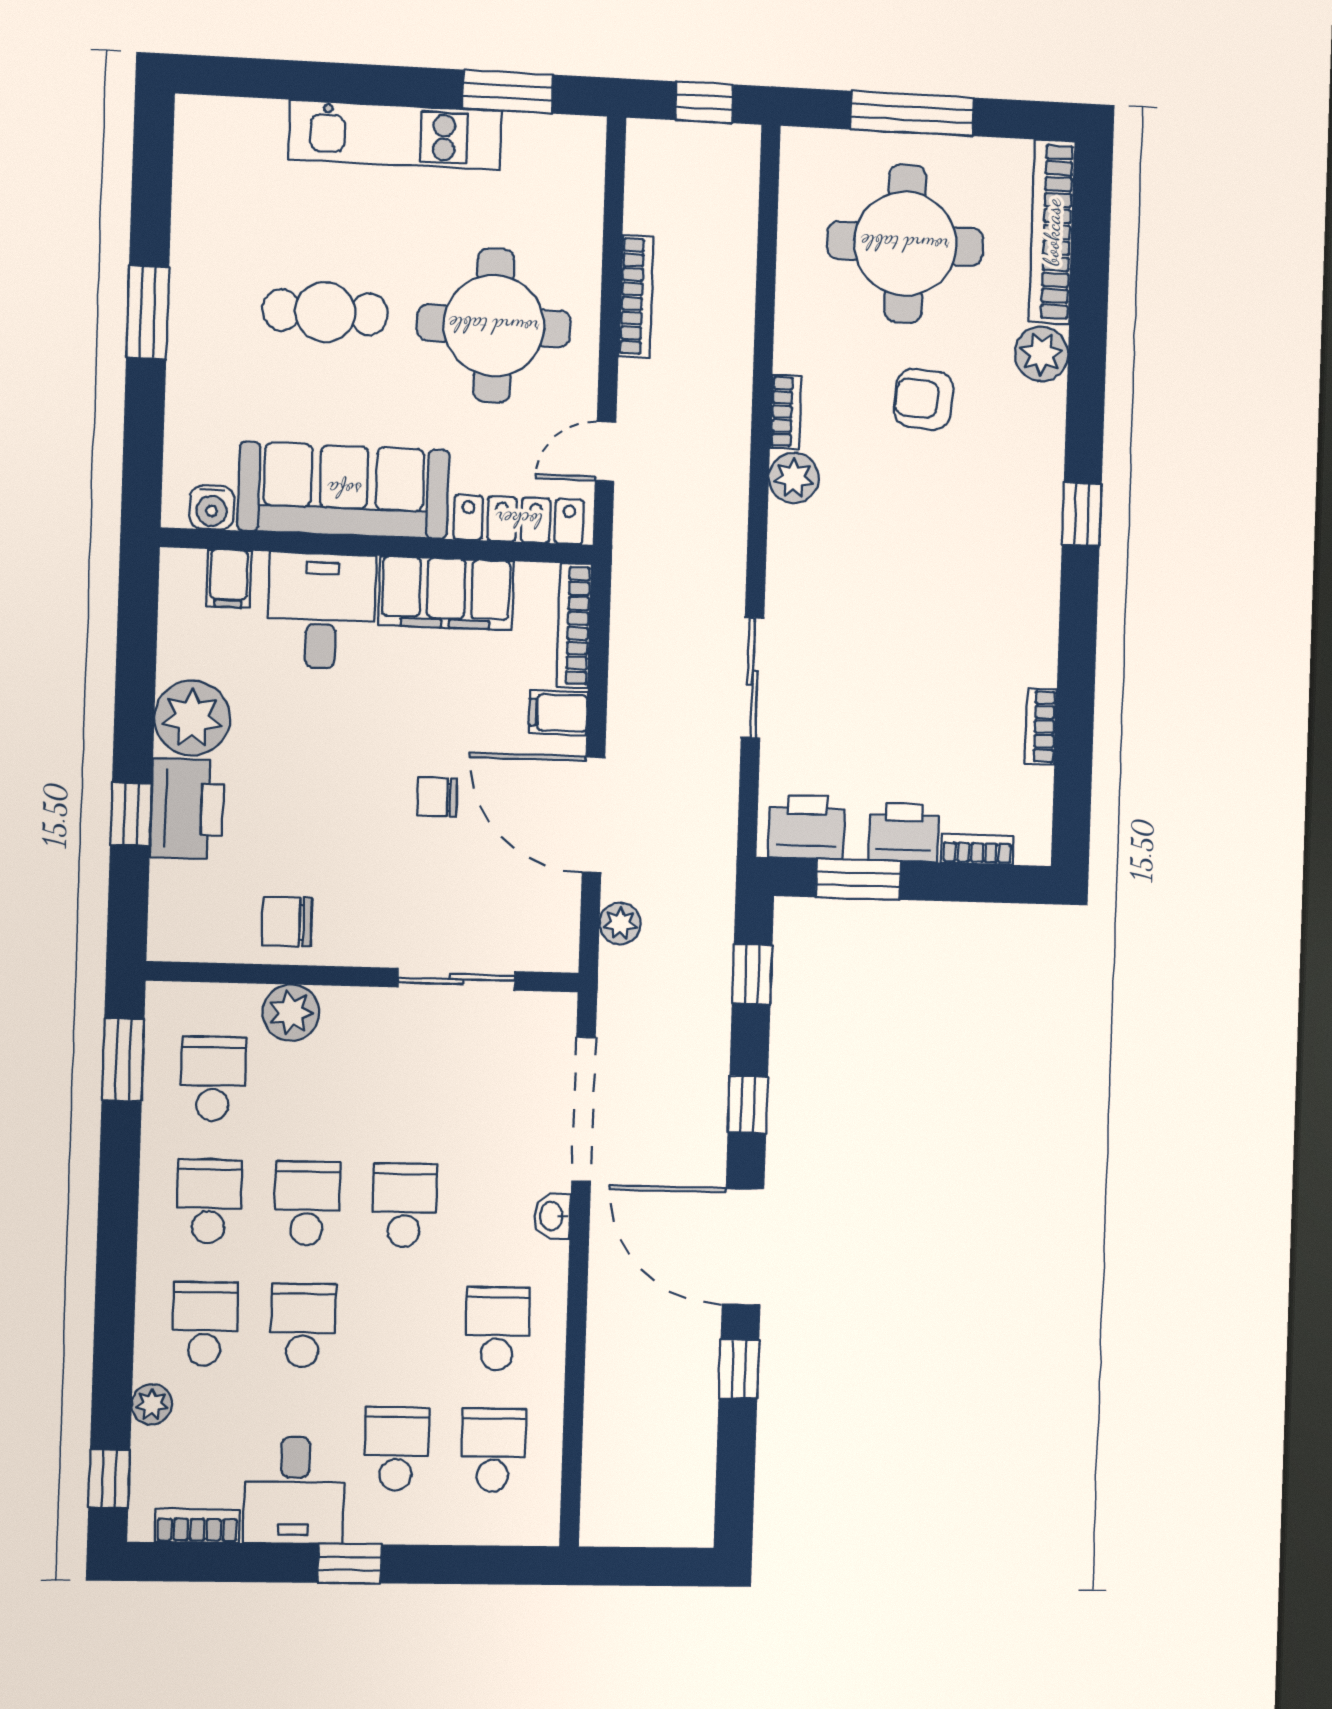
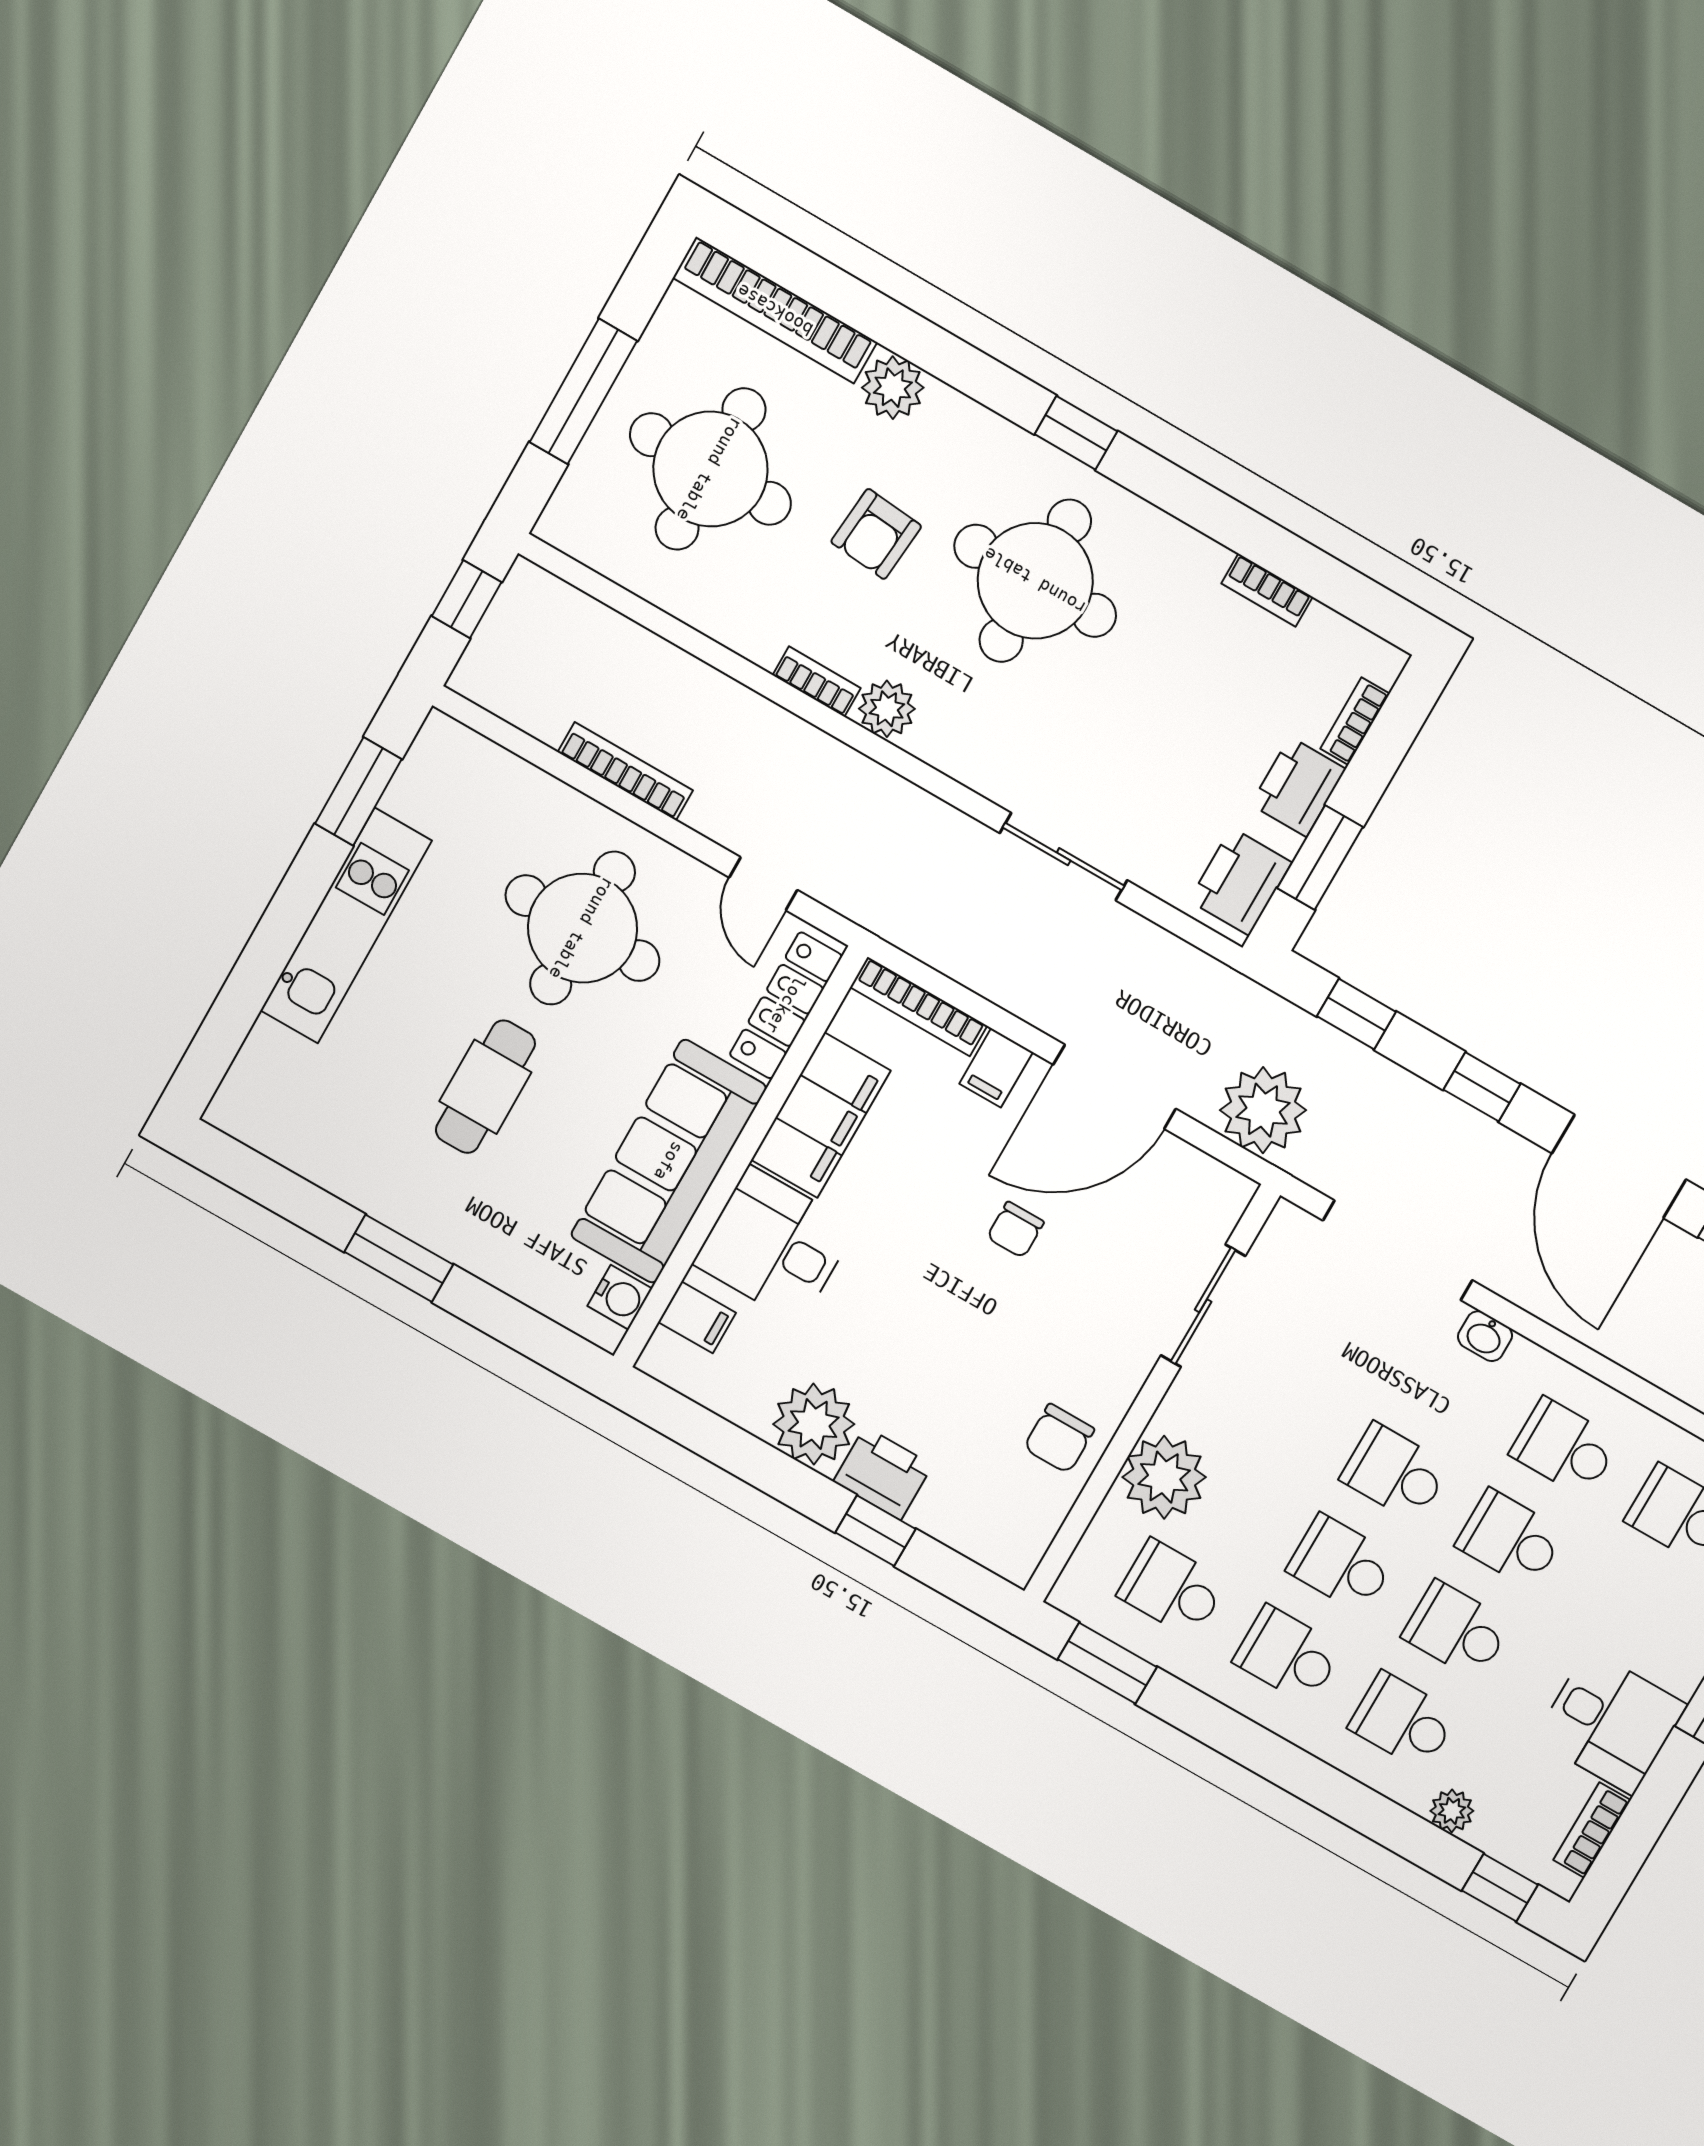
round table: (953, 542) -> (1035, 581), added
printer: (187, 809) -> (883, 1473), width x0.73, depth x0.84
plant: (620, 923) -> (1263, 1110), width x1.87, depth x1.87
plant: (291, 1013) -> (1164, 1477), width x1.36, depth x1.36
door: (743, 1247) -> (1619, 1166), hinge flipped
school desk: (396, 1449) -> (1510, 1539), moved

